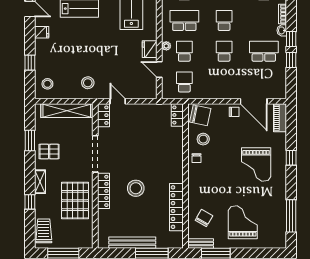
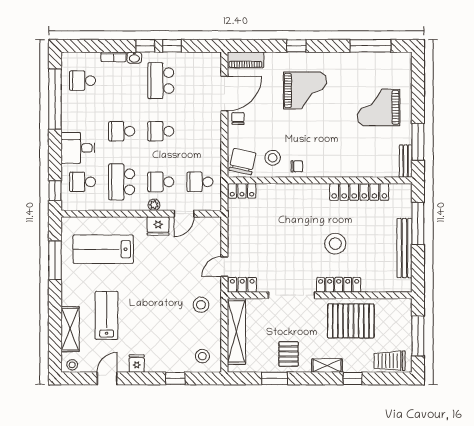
chair: (204, 218) -> (373, 157), removed

